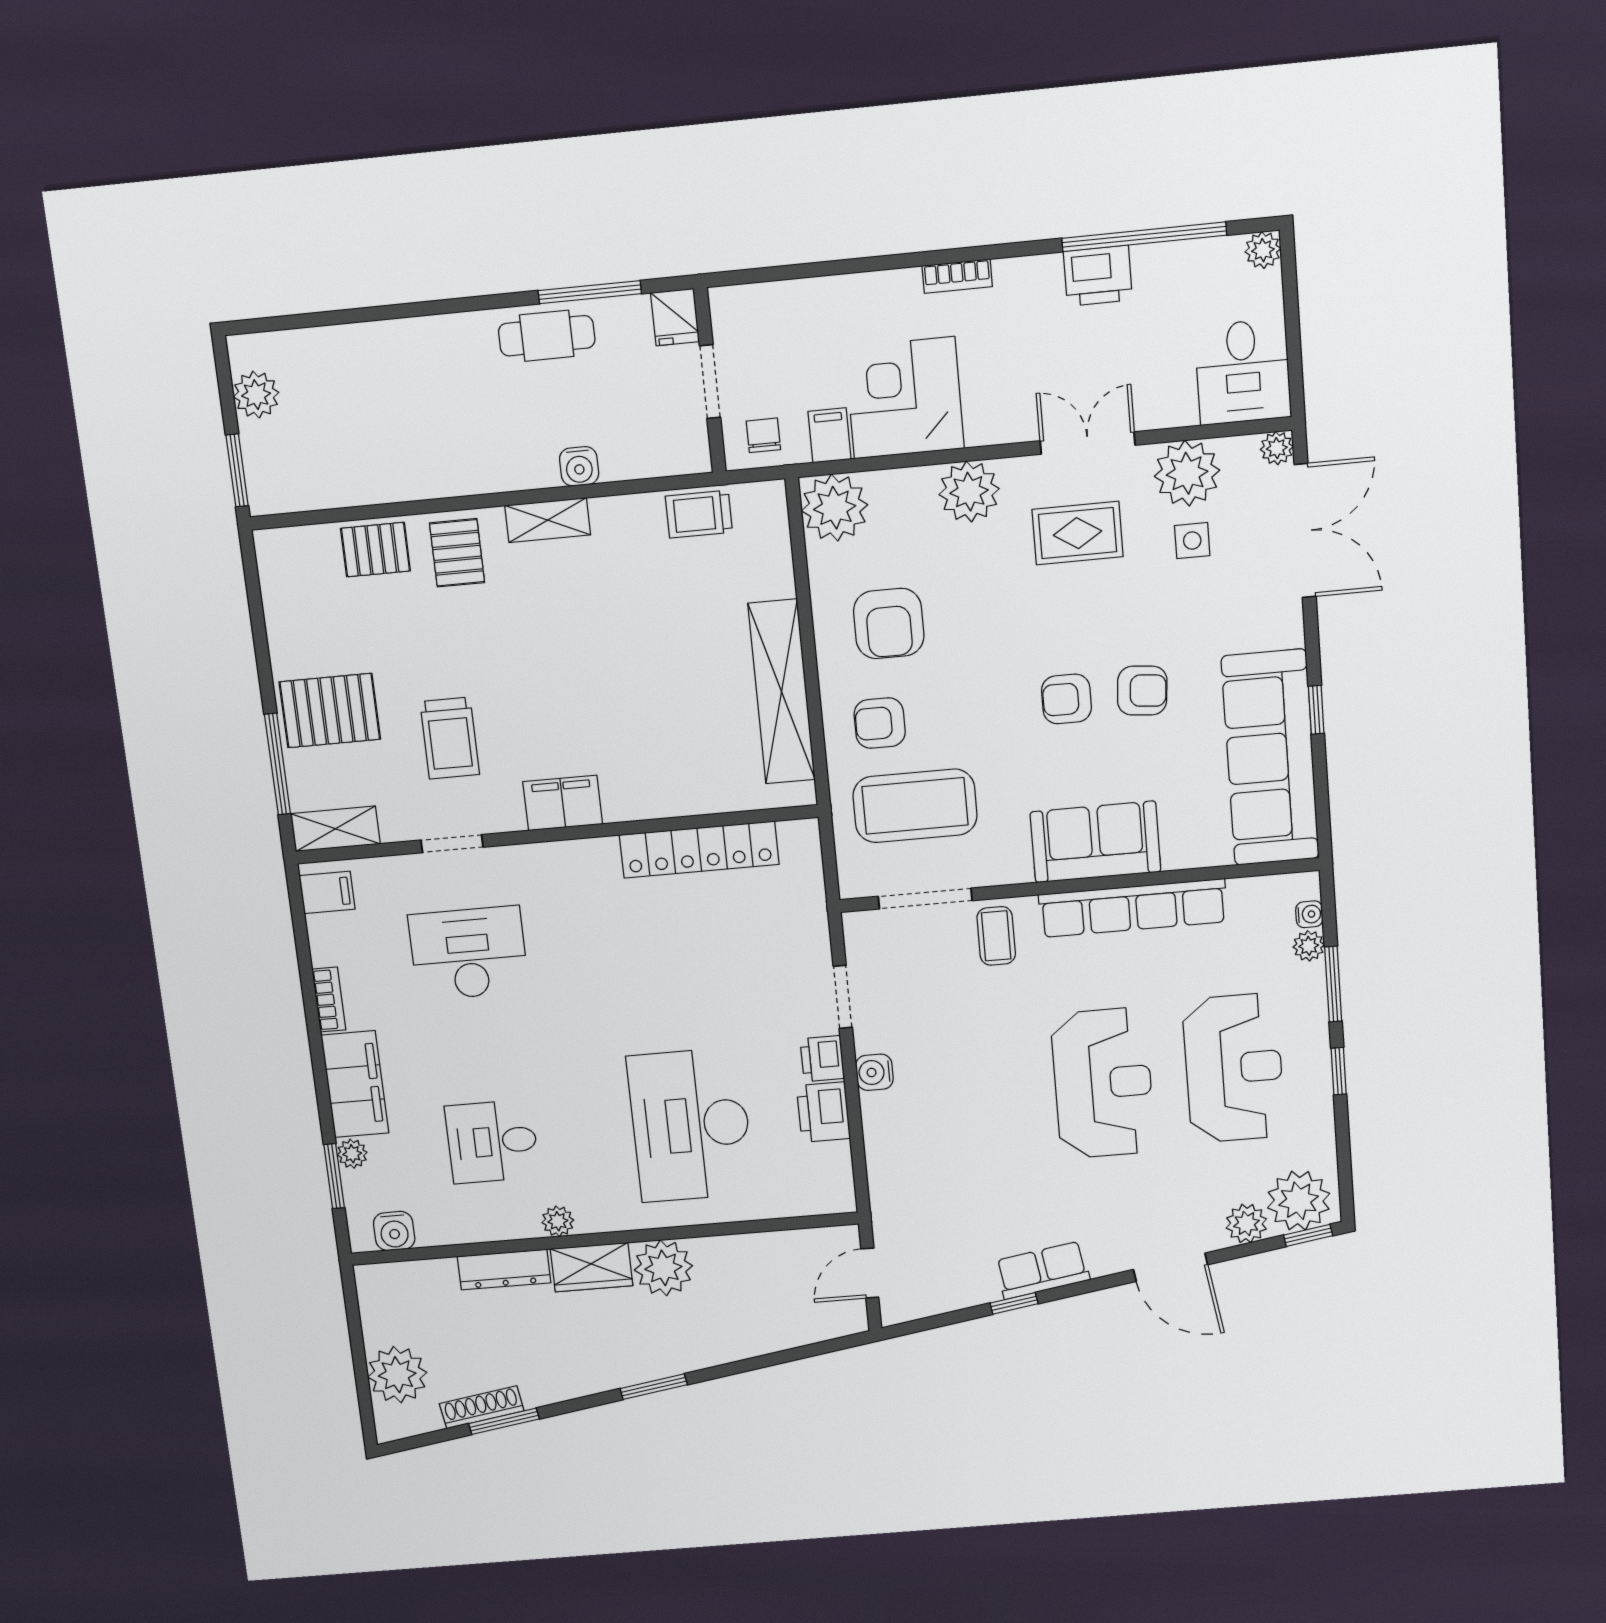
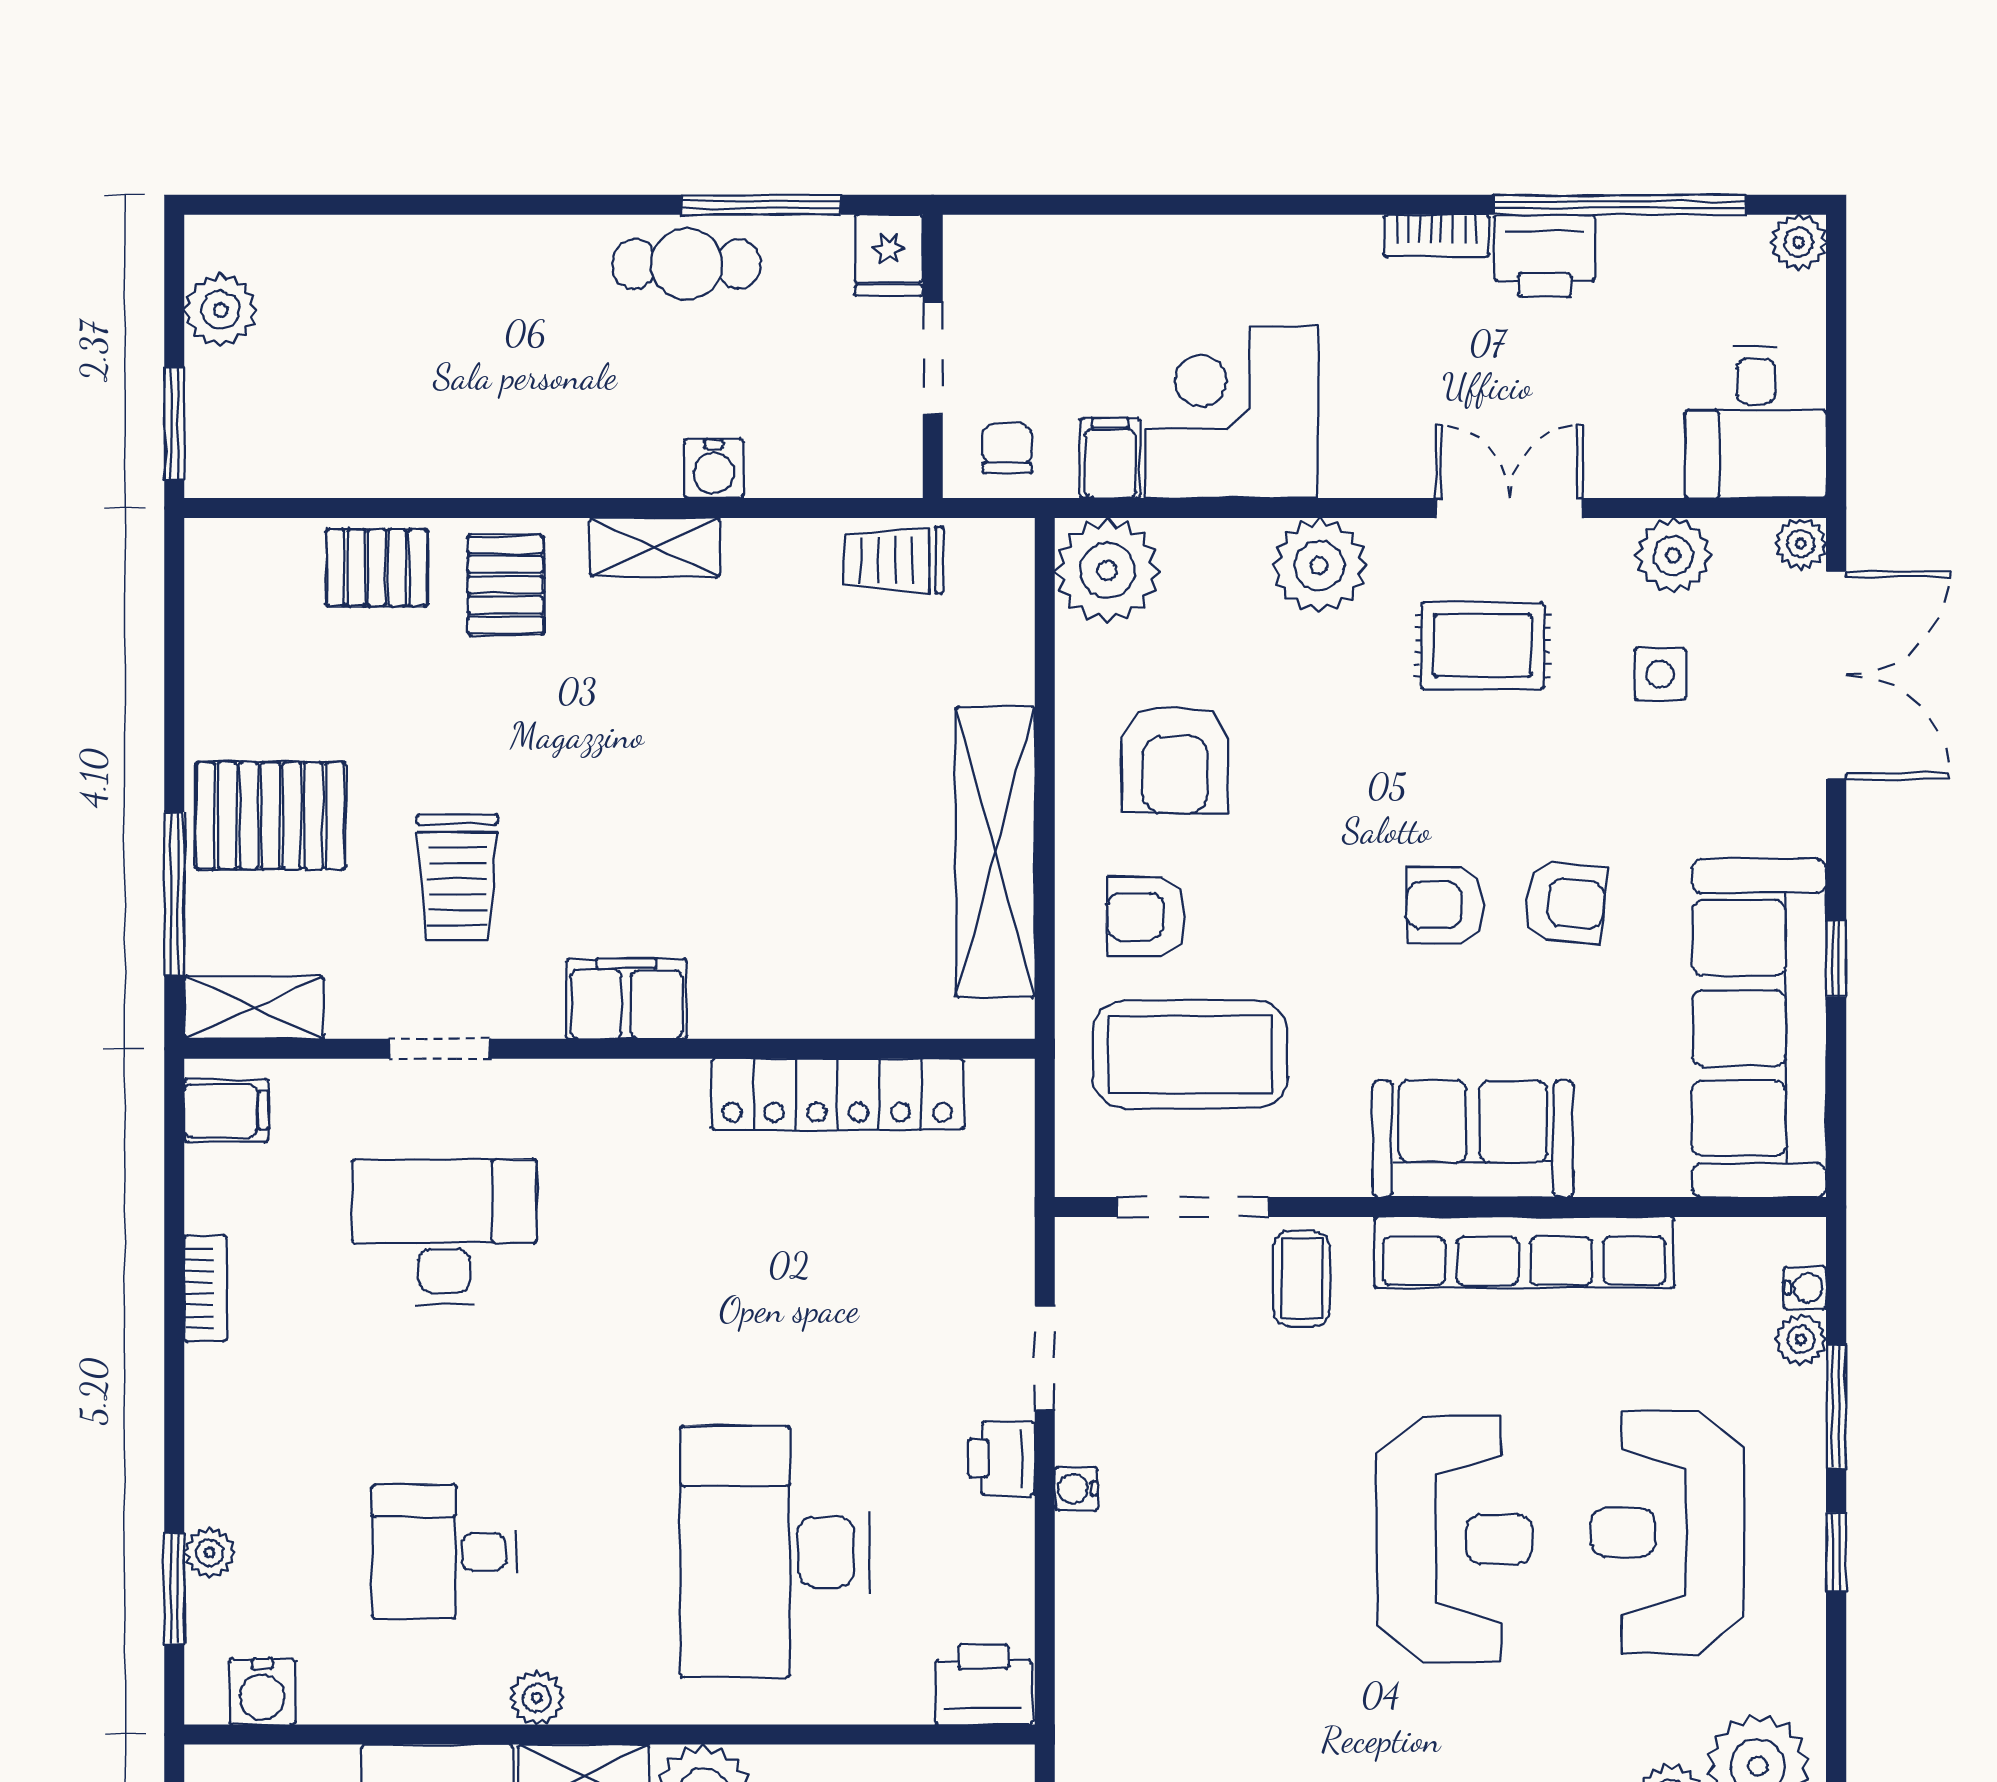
bookcase: (957, 276) -> (1437, 236), moved
plant: (1187, 473) -> (1673, 555), width x0.73, depth x0.73
reception desk: (1234, 1068) -> (1667, 1532), turned 180
water cooler: (874, 1072) -> (1076, 1489), width x0.72, depth x0.72
filing cabinet: (355, 1084) -> (230, 1434), removed
printer: (823, 1112) -> (983, 1685), moved, turned 90

